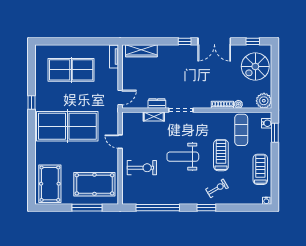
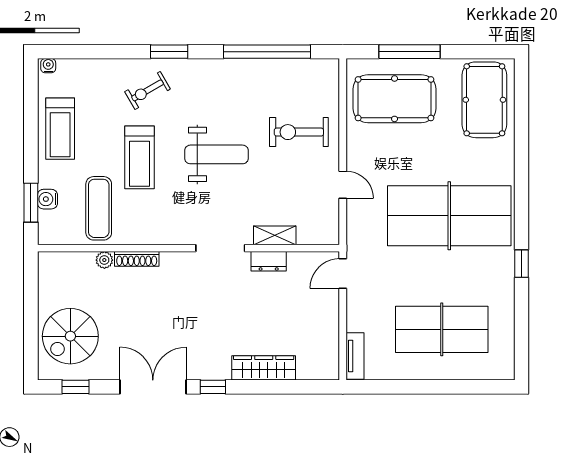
wardrobe: (141, 51) -> (264, 368), moved
spiral stairs: (255, 66) -> (70, 336), turned 180
plant: (264, 101) -> (53, 267), removed
water cooler: (267, 123) -> (47, 199), moved

